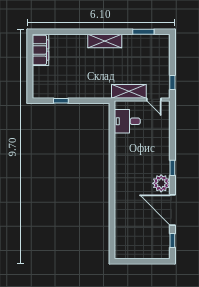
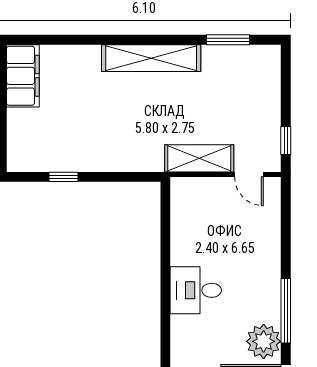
shelving: (105, 41) -> (151, 58), width x1.47
desk: (127, 121) -> (196, 290), moved
window: (172, 168) -> (286, 311), width x2.17

